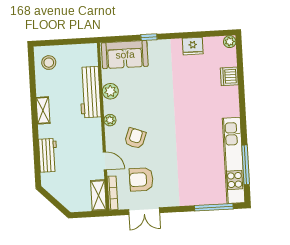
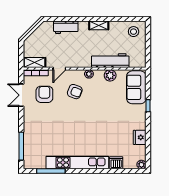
kitchen unit: (234, 160) -> (77, 163), moved

